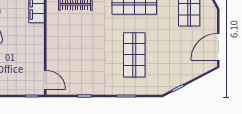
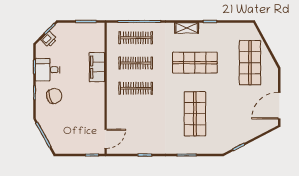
clothes rail: (75, 29) -> (136, 88), added
door: (45, 80) -> (106, 139), hinge flipped

